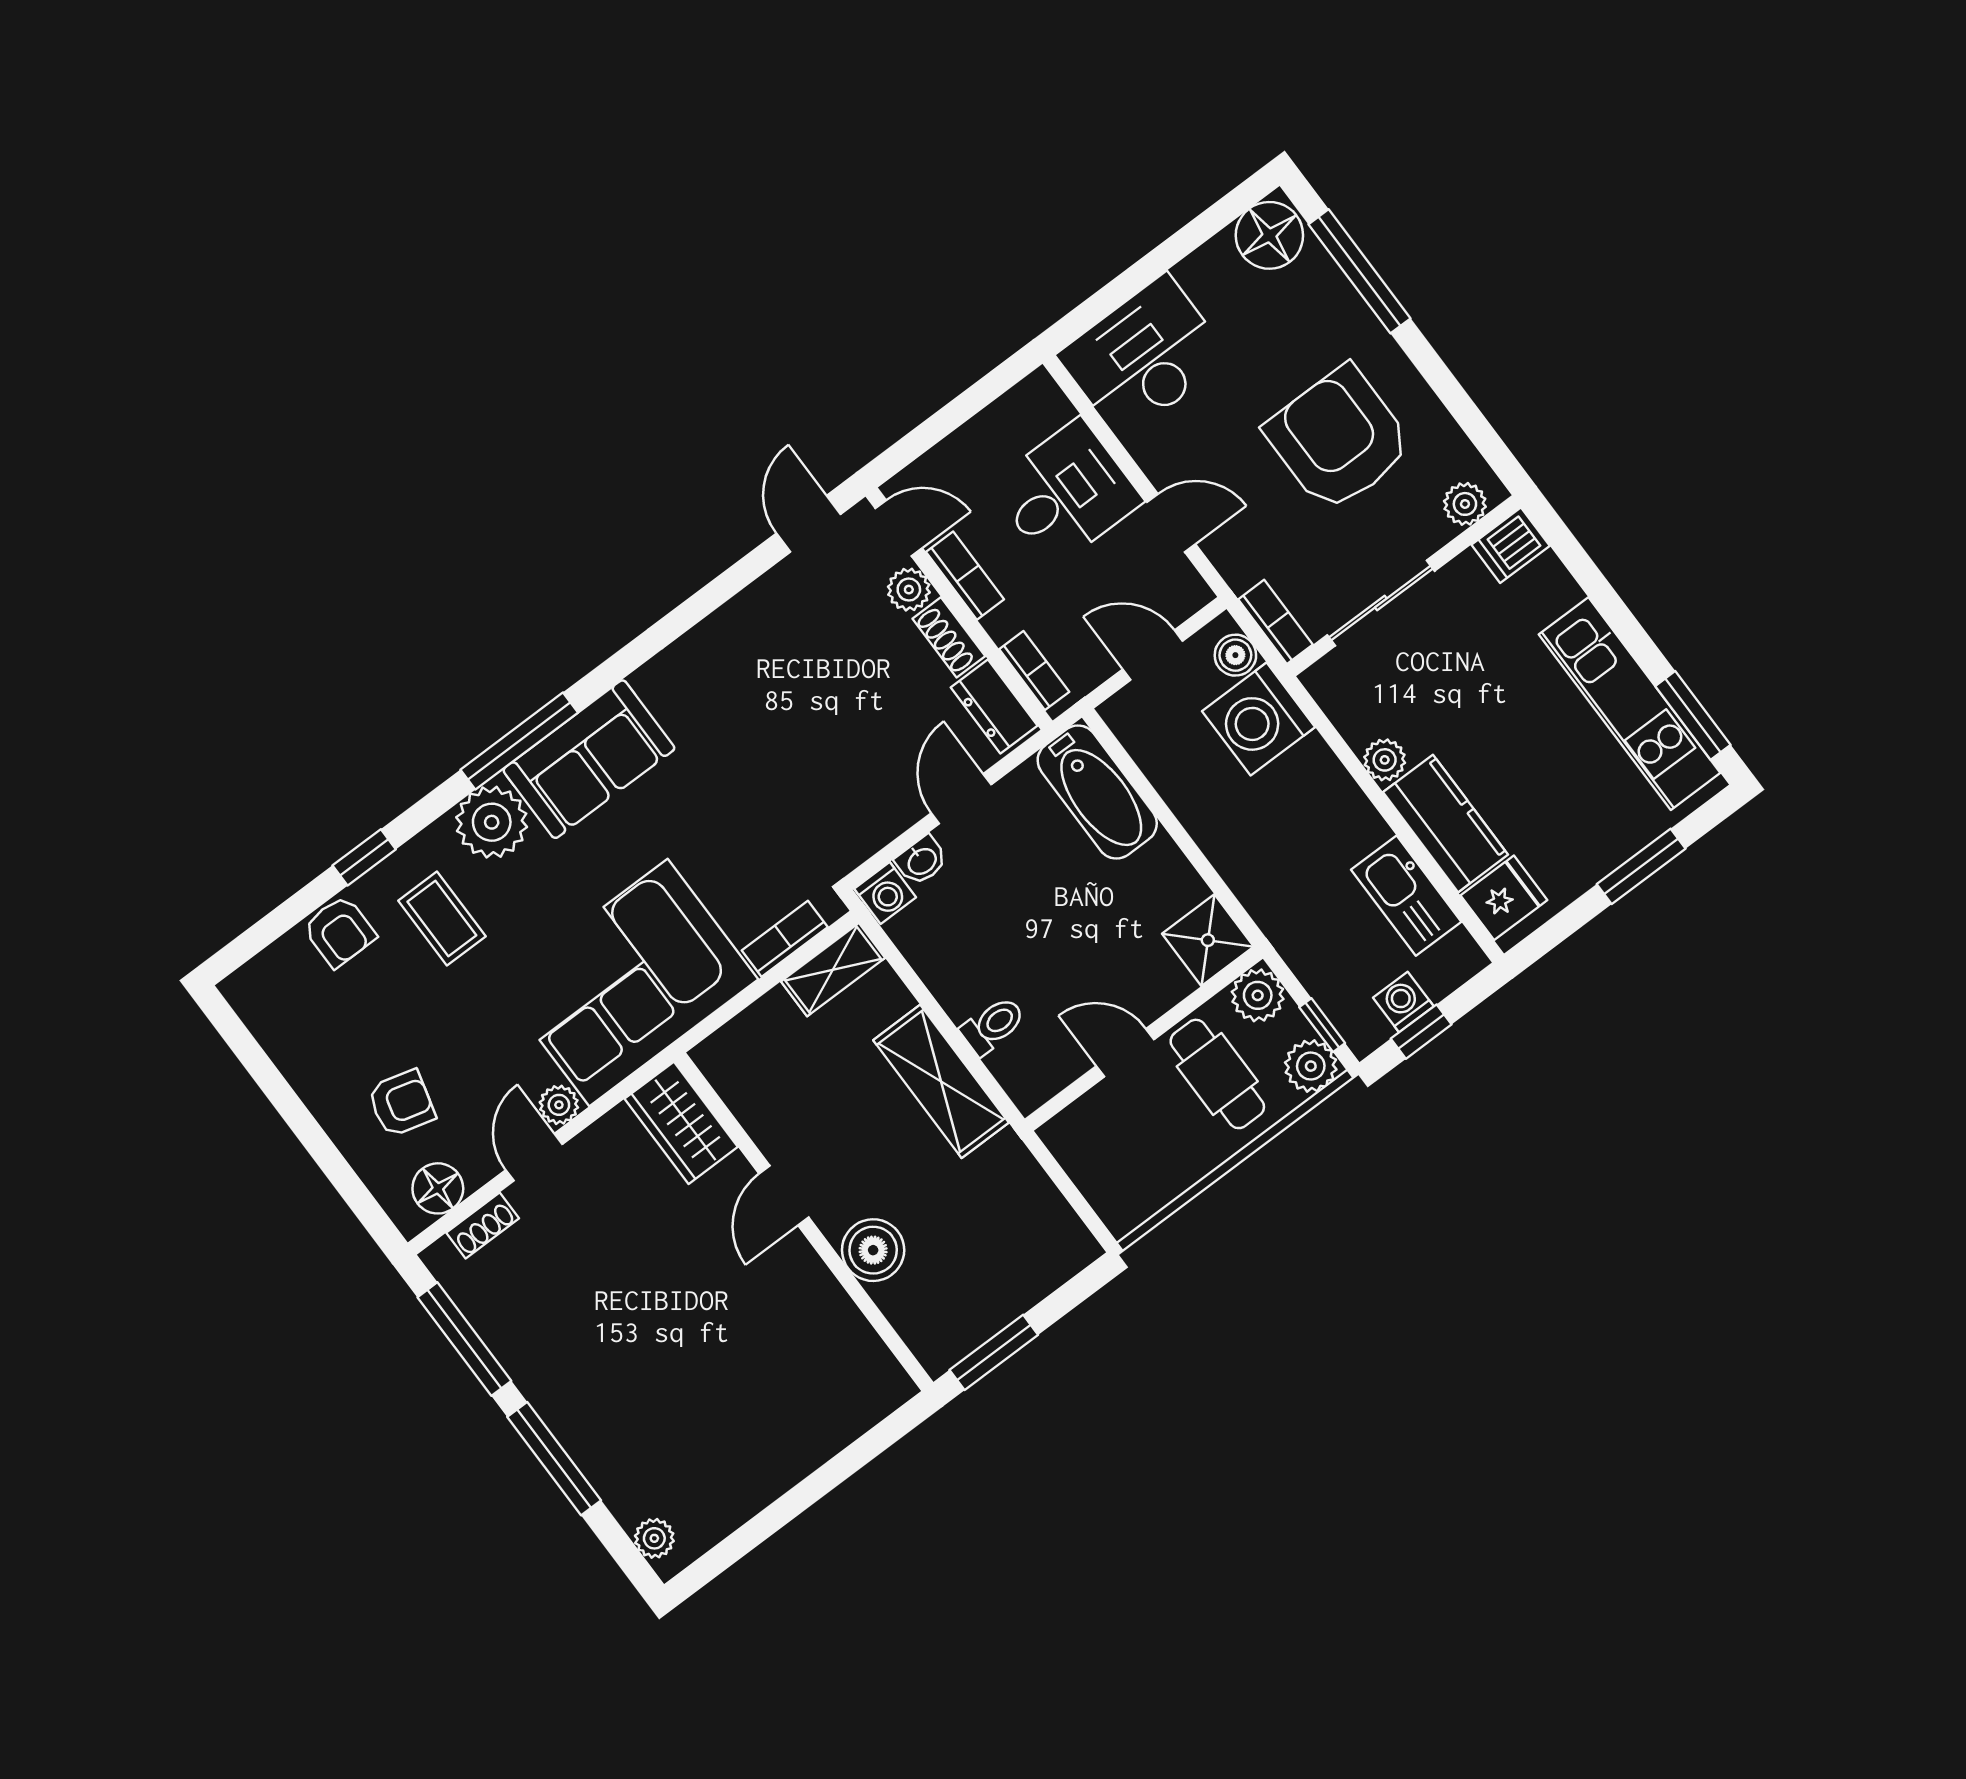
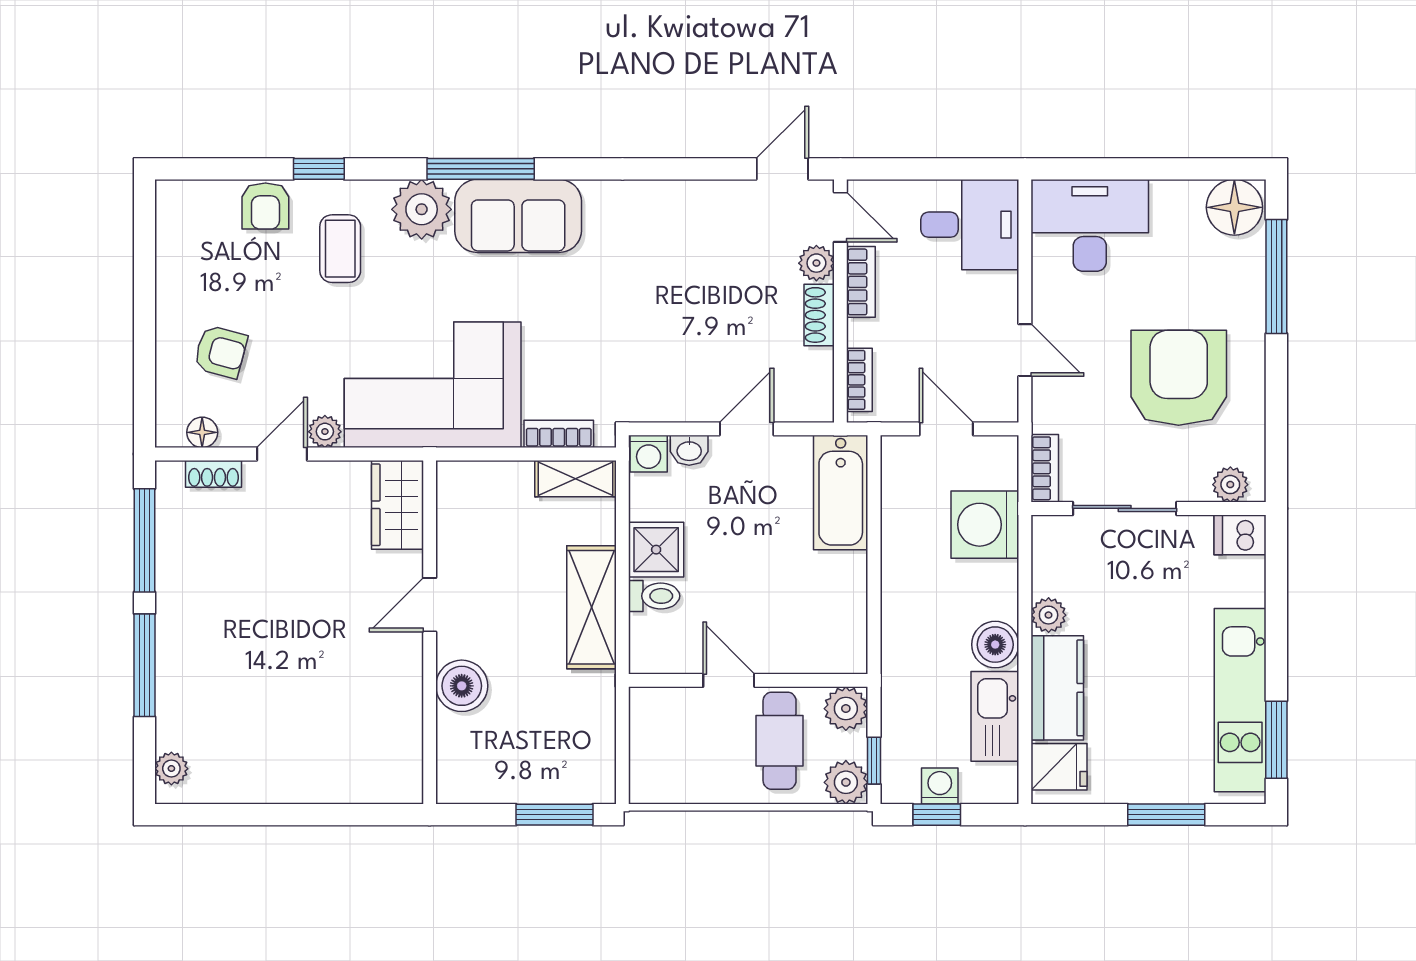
desk: (1066, 493) -> (970, 225), moved
boiler: (1235, 655) -> (995, 645), moved, width x1.36, depth x1.36
dresser: (994, 707) -> (815, 384), removed
shower: (1208, 940) -> (656, 550), moved
floor lamp: (438, 1188) -> (202, 432), width x0.73, depth x0.73
window: (994, 1352) -> (555, 815), moved

